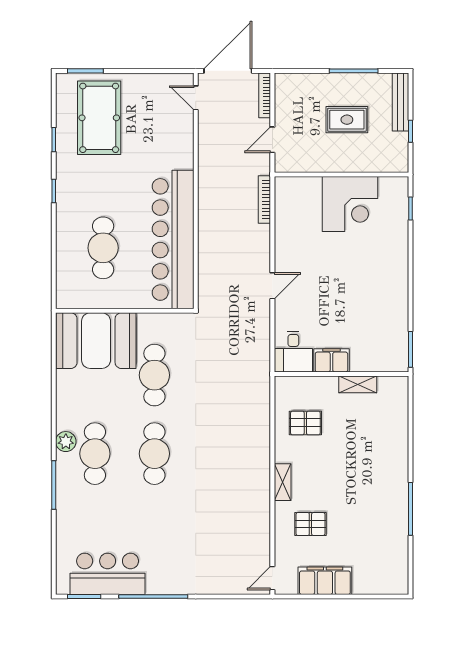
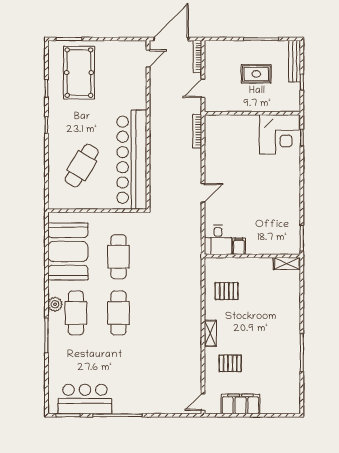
door: (196, 98) -> (148, 58), swing flipped
corner desk: (350, 204) -> (279, 134), moved
cafe table: (103, 248) -> (82, 166), turned 31
booth: (96, 341) -> (68, 251), moved, turned 90
filing cabinet: (331, 360) -> (239, 246), width x0.50
shelving: (358, 384) -> (287, 263), moved

